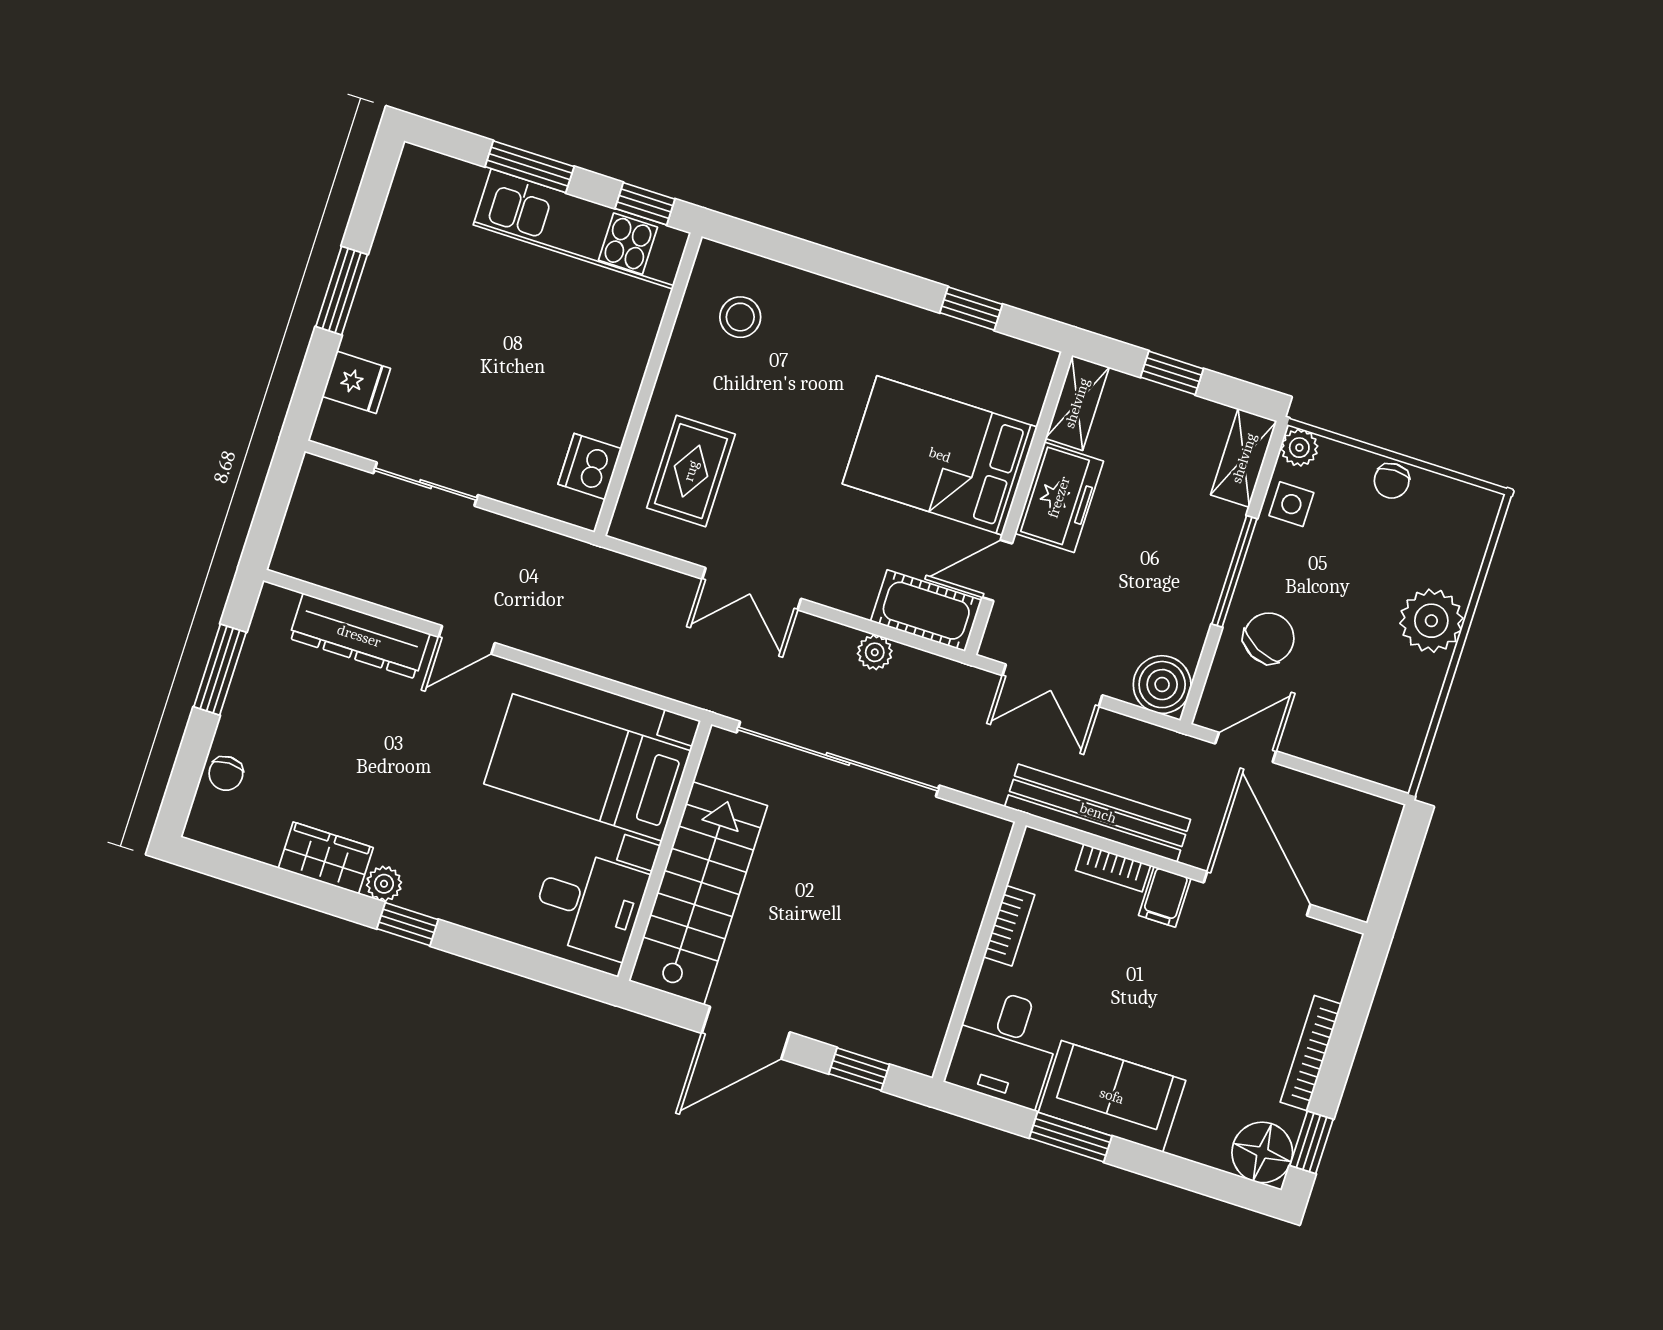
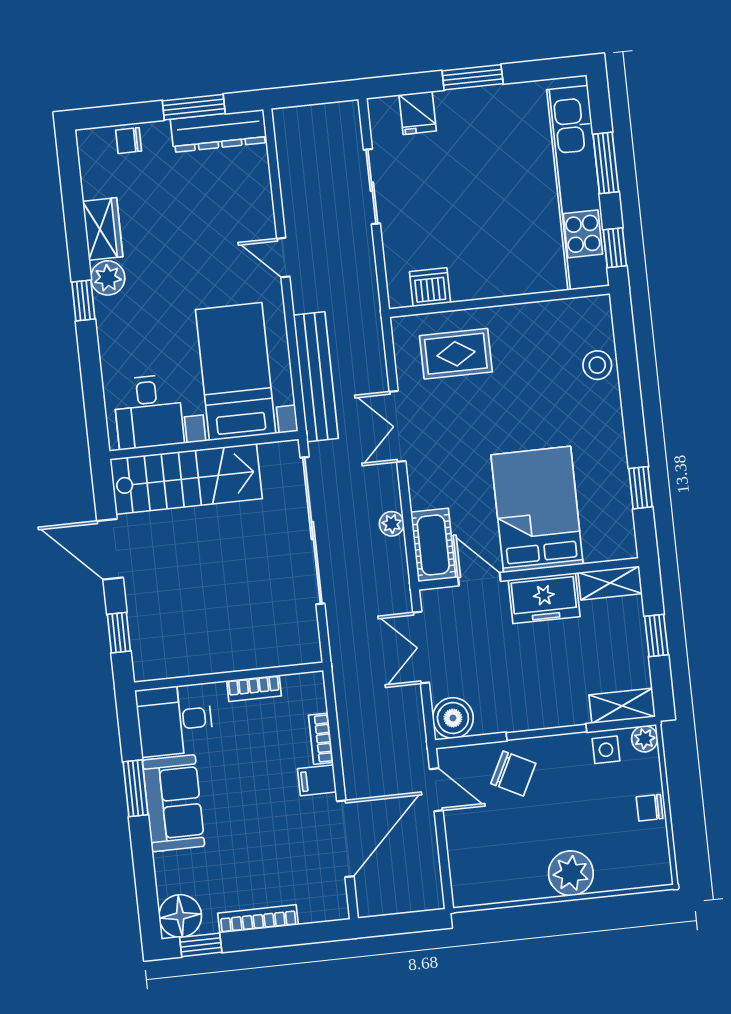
kitchen unit: (582, 229) -> (578, 188), width x1.36
stool: (740, 317) -> (597, 365), moved
dresser: (359, 636) -> (219, 131), moved, turned -90
bench: (1098, 813) -> (316, 377), moved
plant: (384, 884) -> (108, 278), width x1.38, depth x1.38

